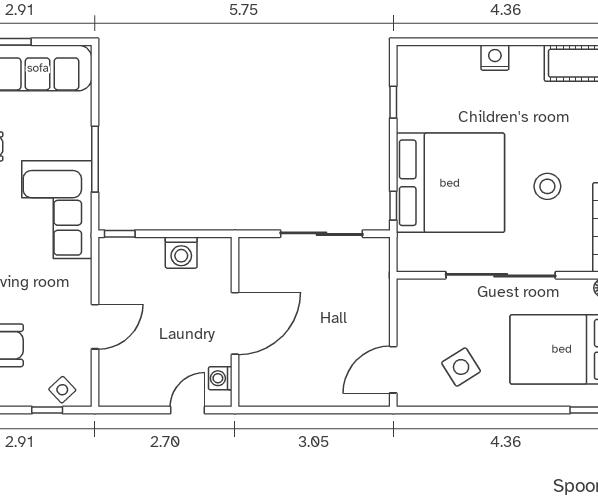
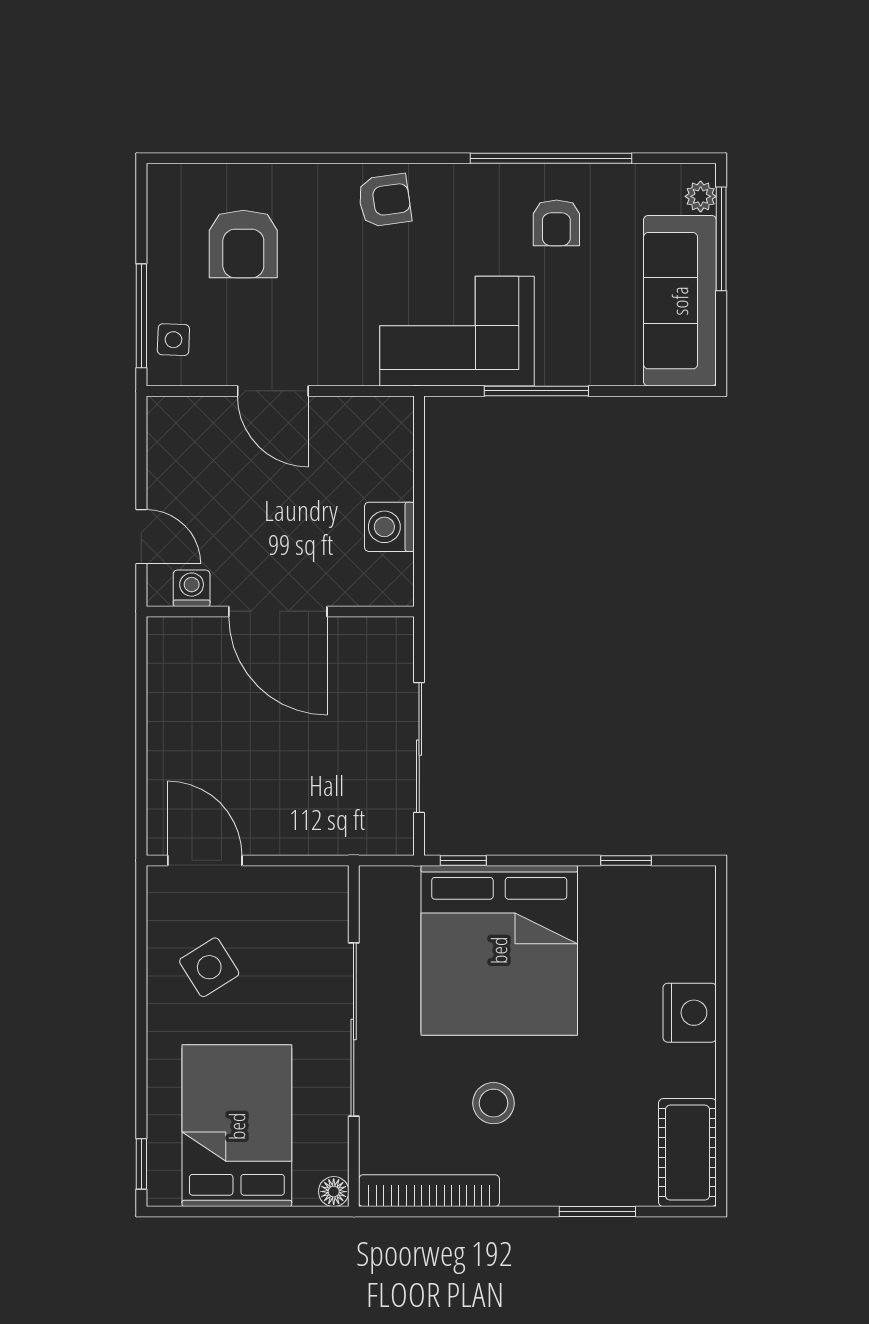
nightstand: (495, 58) -> (690, 1013), width x1.36, depth x1.33
window: (120, 234) -> (419, 430), removed
side table: (62, 390) -> (173, 340), turned 45
window: (47, 410) -> (141, 316), width x2.17

